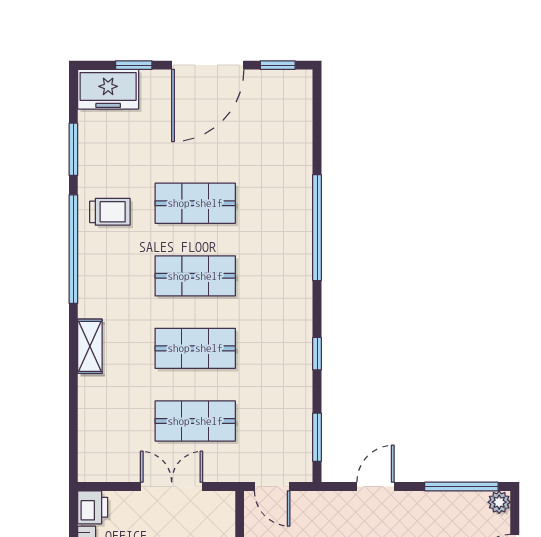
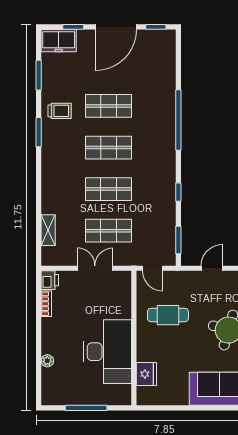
window: (73, 249) -> (39, 132), width x0.47
shelving: (90, 346) -> (48, 230), moved

